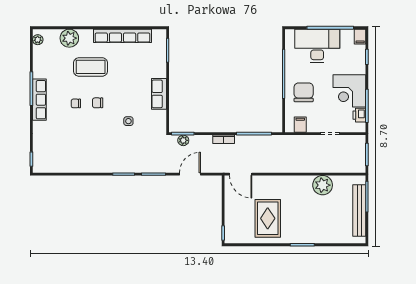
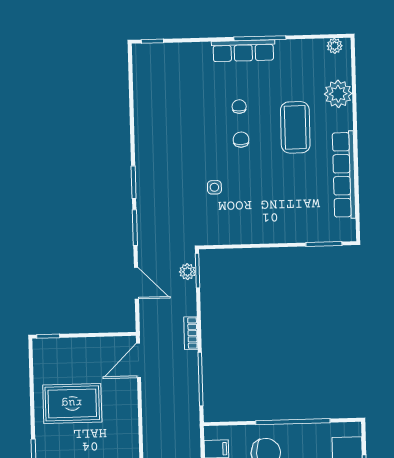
row of seats: (159, 94) -> (257, 233), removed

